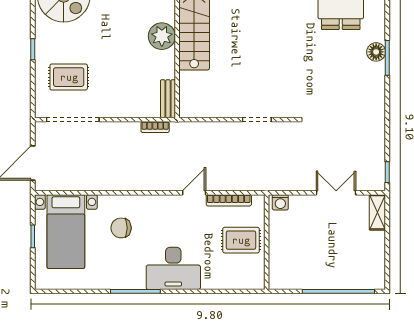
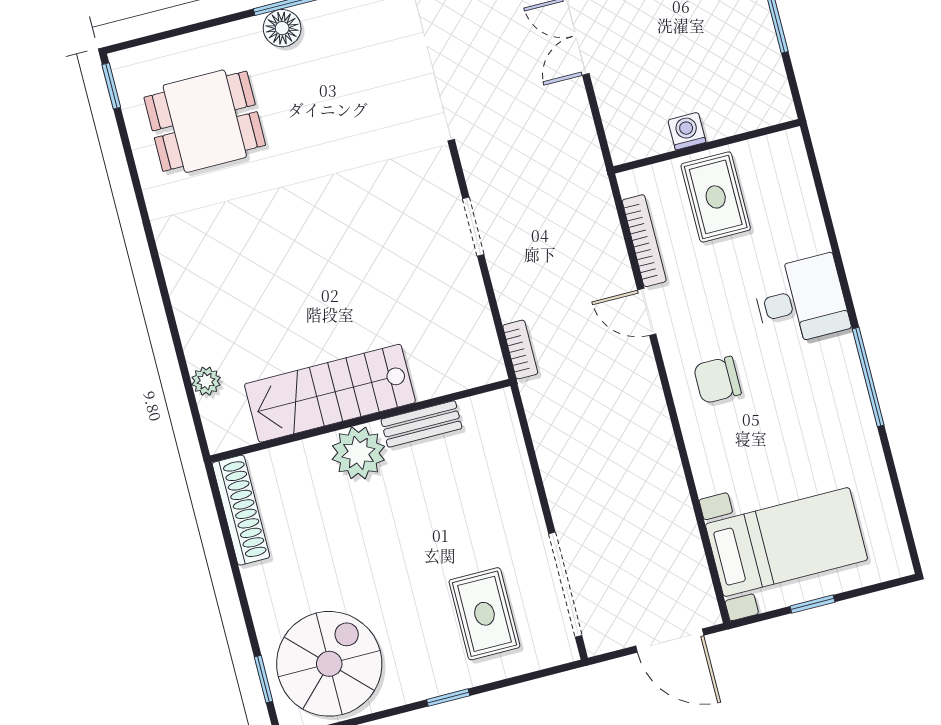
bench: (168, 99) -> (421, 424), moved
bookcase: (155, 127) -> (520, 350), moved
washing machine: (280, 202) -> (687, 131), moved, turned -90
chair: (121, 228) -> (717, 380), moved, turned 90
desk: (173, 268) -> (801, 300), width x0.73

